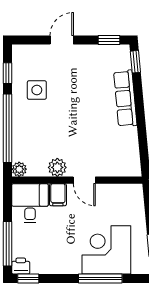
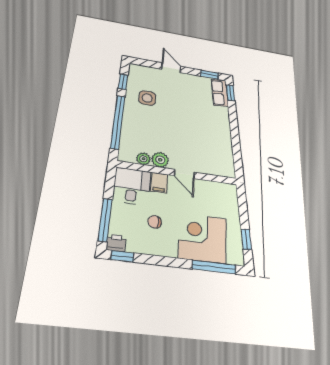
door: (62, 40) -> (171, 68), hinge flipped
row of seats: (125, 98) -> (220, 93), moved, width x0.68
plant: (19, 169) -> (143, 159), moved
chair: (56, 239) -> (155, 222), added
window: (100, 279) -> (214, 267), moved

